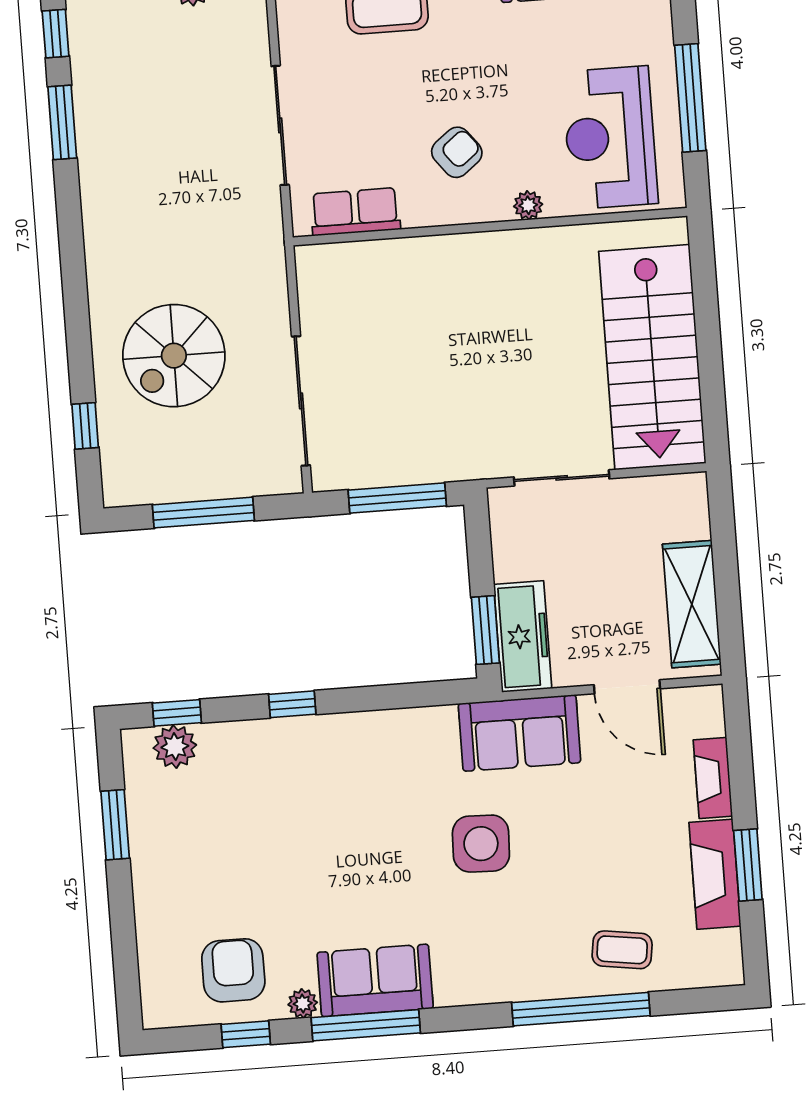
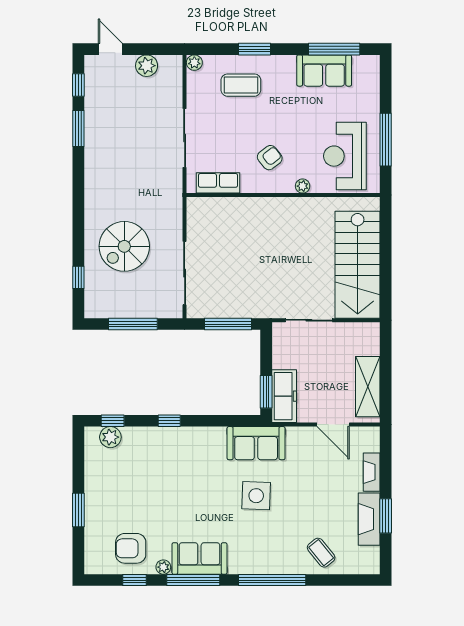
sofa: (519, 733) -> (256, 443), moved
window: (115, 825) -> (78, 510), moved
coffee table: (622, 950) -> (321, 553), turned 43
armchair: (233, 970) -> (131, 548), turned -90
window: (581, 1009) -> (272, 580), moved

